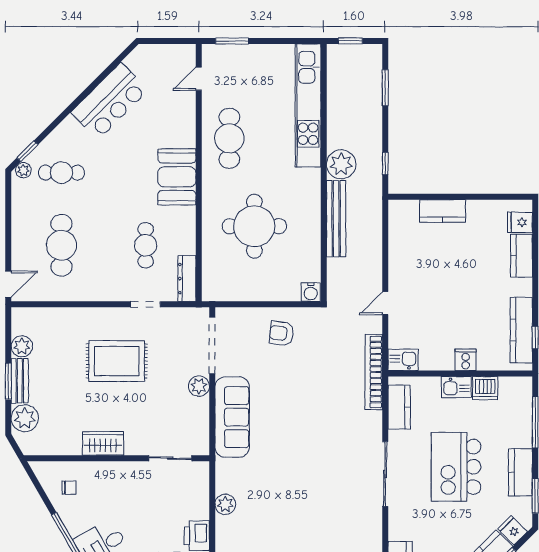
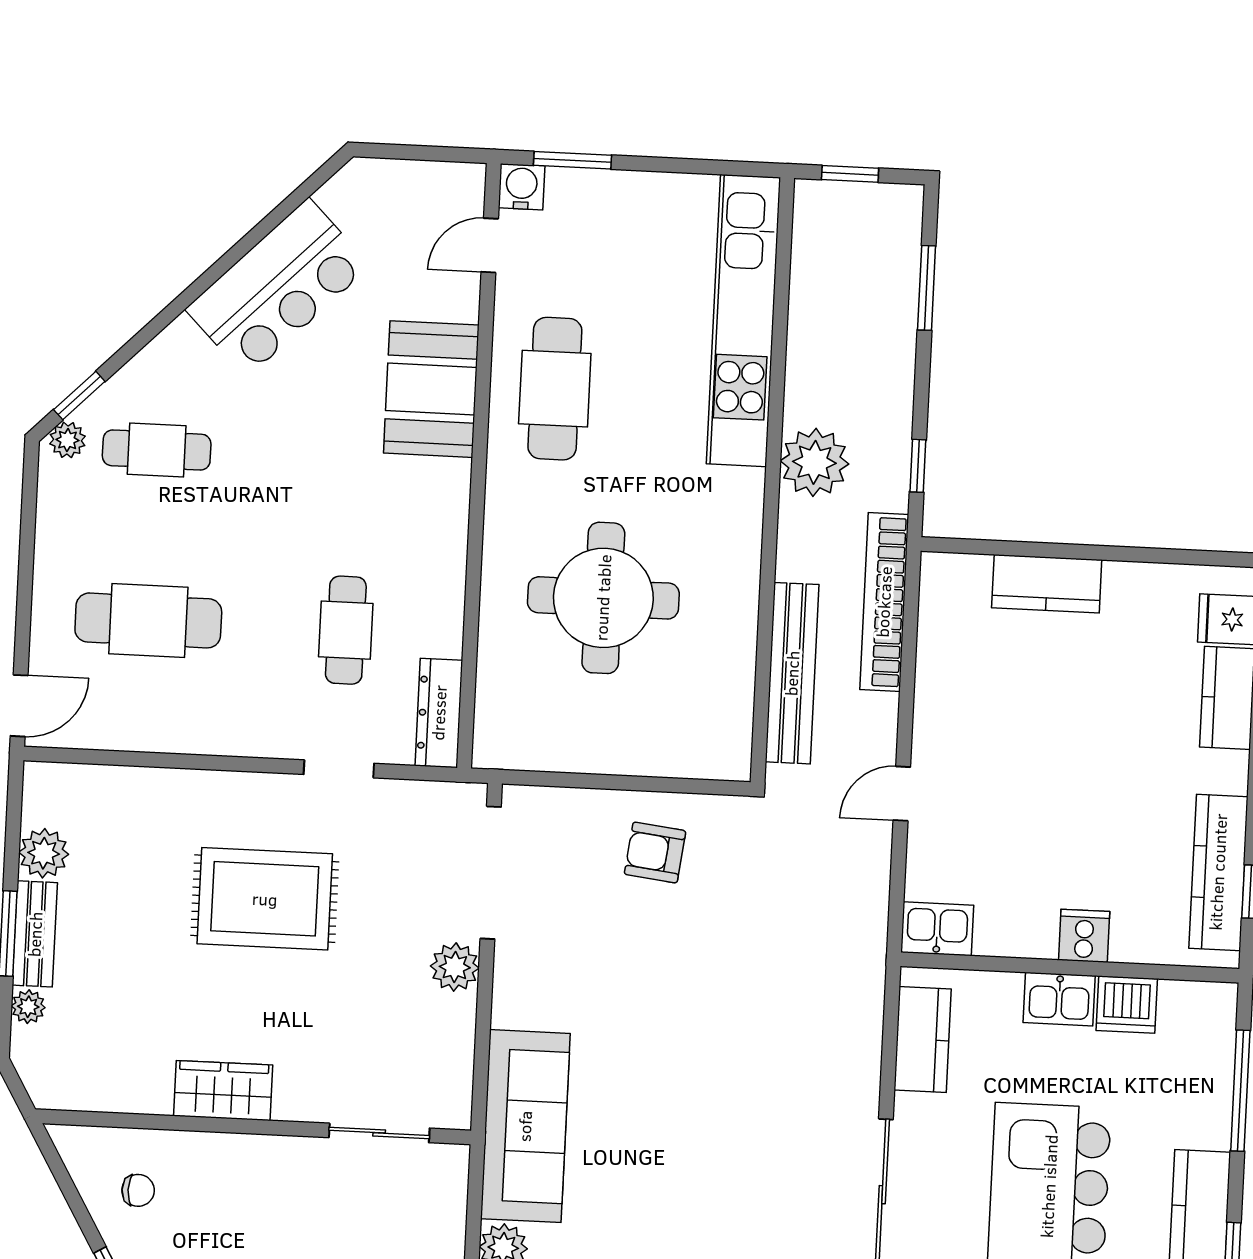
booth: (177, 177) -> (431, 389), moved
bench: (336, 219) -> (792, 673), moved
cafe table: (61, 245) -> (148, 620), turned 90
water cooler: (311, 292) -> (522, 187), moved, turned 180
bookcase: (374, 372) -> (884, 602), moved
sofa: (232, 417) -> (525, 1126), moved
plant: (25, 418) -> (28, 1007), width x0.53, depth x0.53

